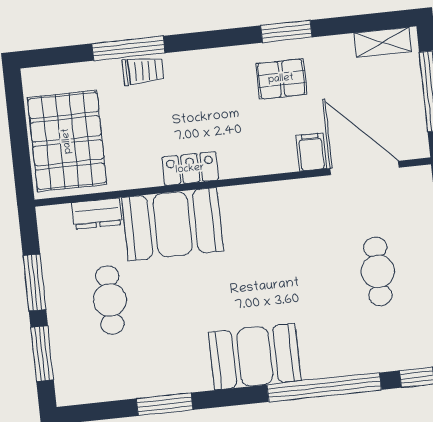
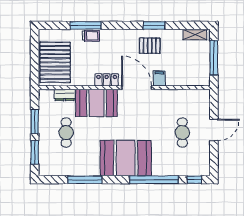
door: (365, 168) -> (137, 88), moved
booth: (255, 357) -> (126, 158), width x1.36, depth x1.42
window: (165, 404) -> (85, 180), width x1.44

